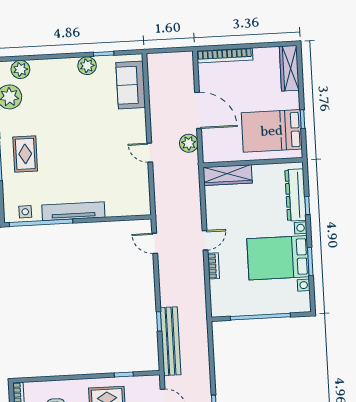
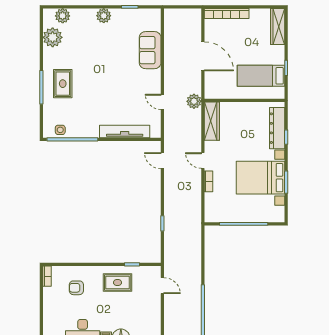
plant: (87, 66) -> (104, 16), moved
sofa: (131, 85) -> (150, 50), moved
bed: (272, 131) -> (261, 76), width x0.67
plant: (189, 143) -> (194, 101), moved
door: (150, 153) -> (162, 102), moved
wardrobe: (228, 175) -> (212, 121), moved, turned -90
tv unit: (73, 211) -> (125, 132), moved
door: (205, 240) -> (203, 161), swing flipped
bench: (170, 341) -> (171, 240), removed

